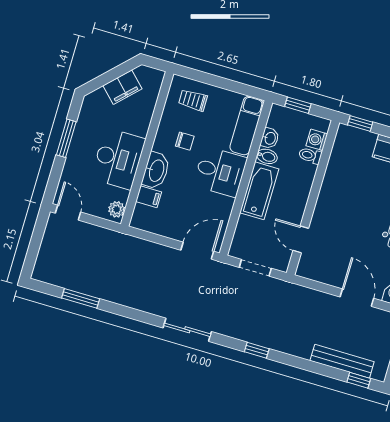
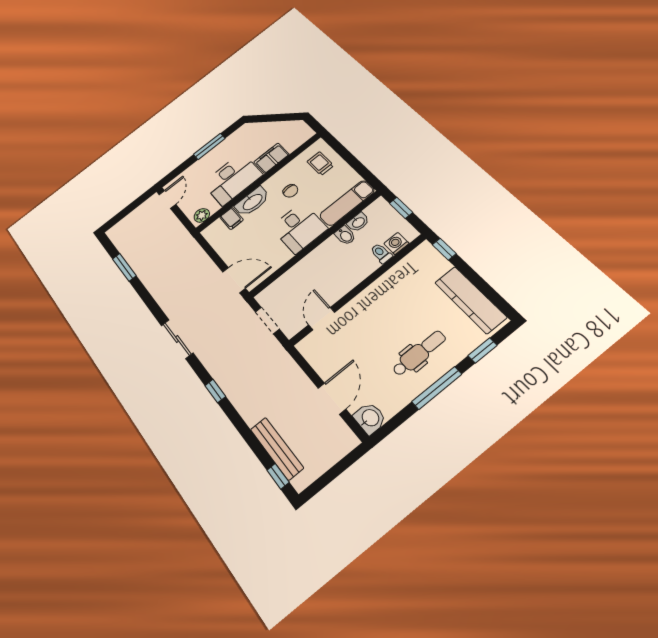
filing cabinet: (122, 87) -> (271, 158), moved, turned 135
bathtub: (259, 191) -> (318, 260), removed

